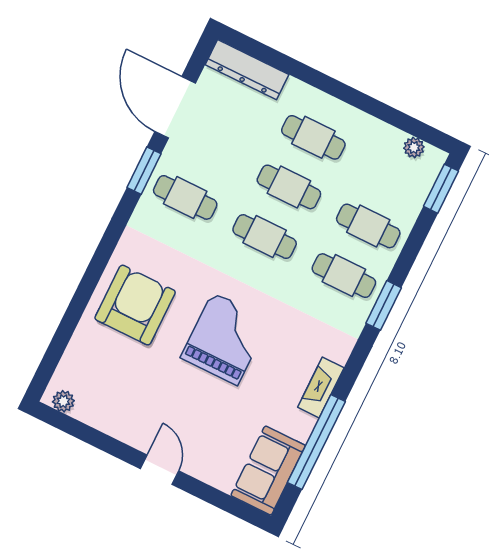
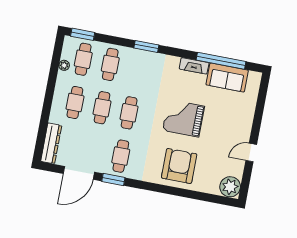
plant: (414, 147) -> (64, 65), moved
cafe table: (344, 276) -> (83, 59), moved
armchair: (135, 305) -> (179, 166), turned 90
plant: (63, 401) -> (230, 187), width x1.87, depth x1.87
door: (160, 470) -> (251, 152), moved
sofa: (268, 470) -> (227, 78), moved

